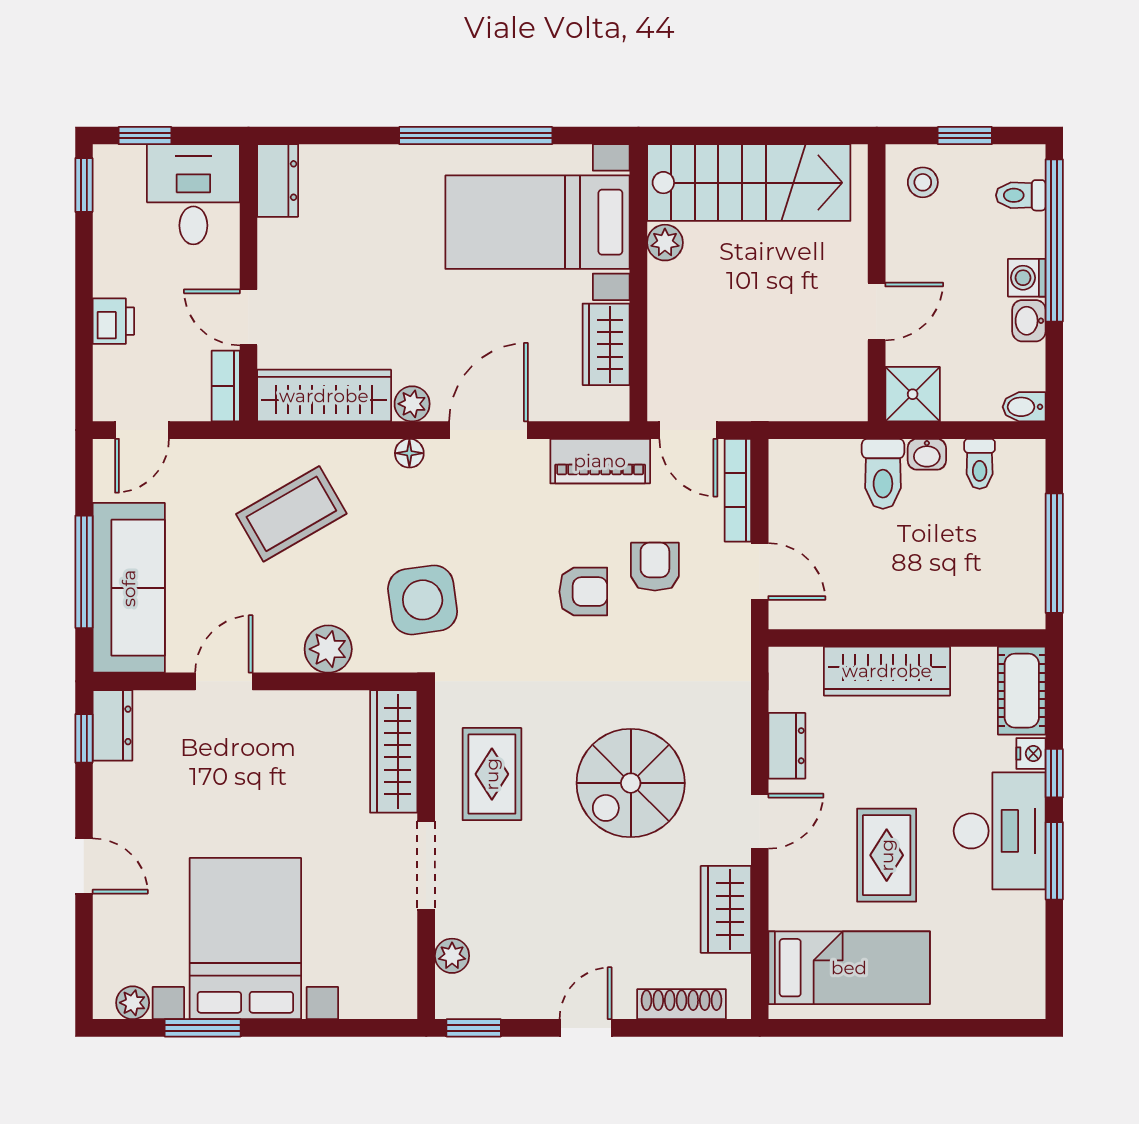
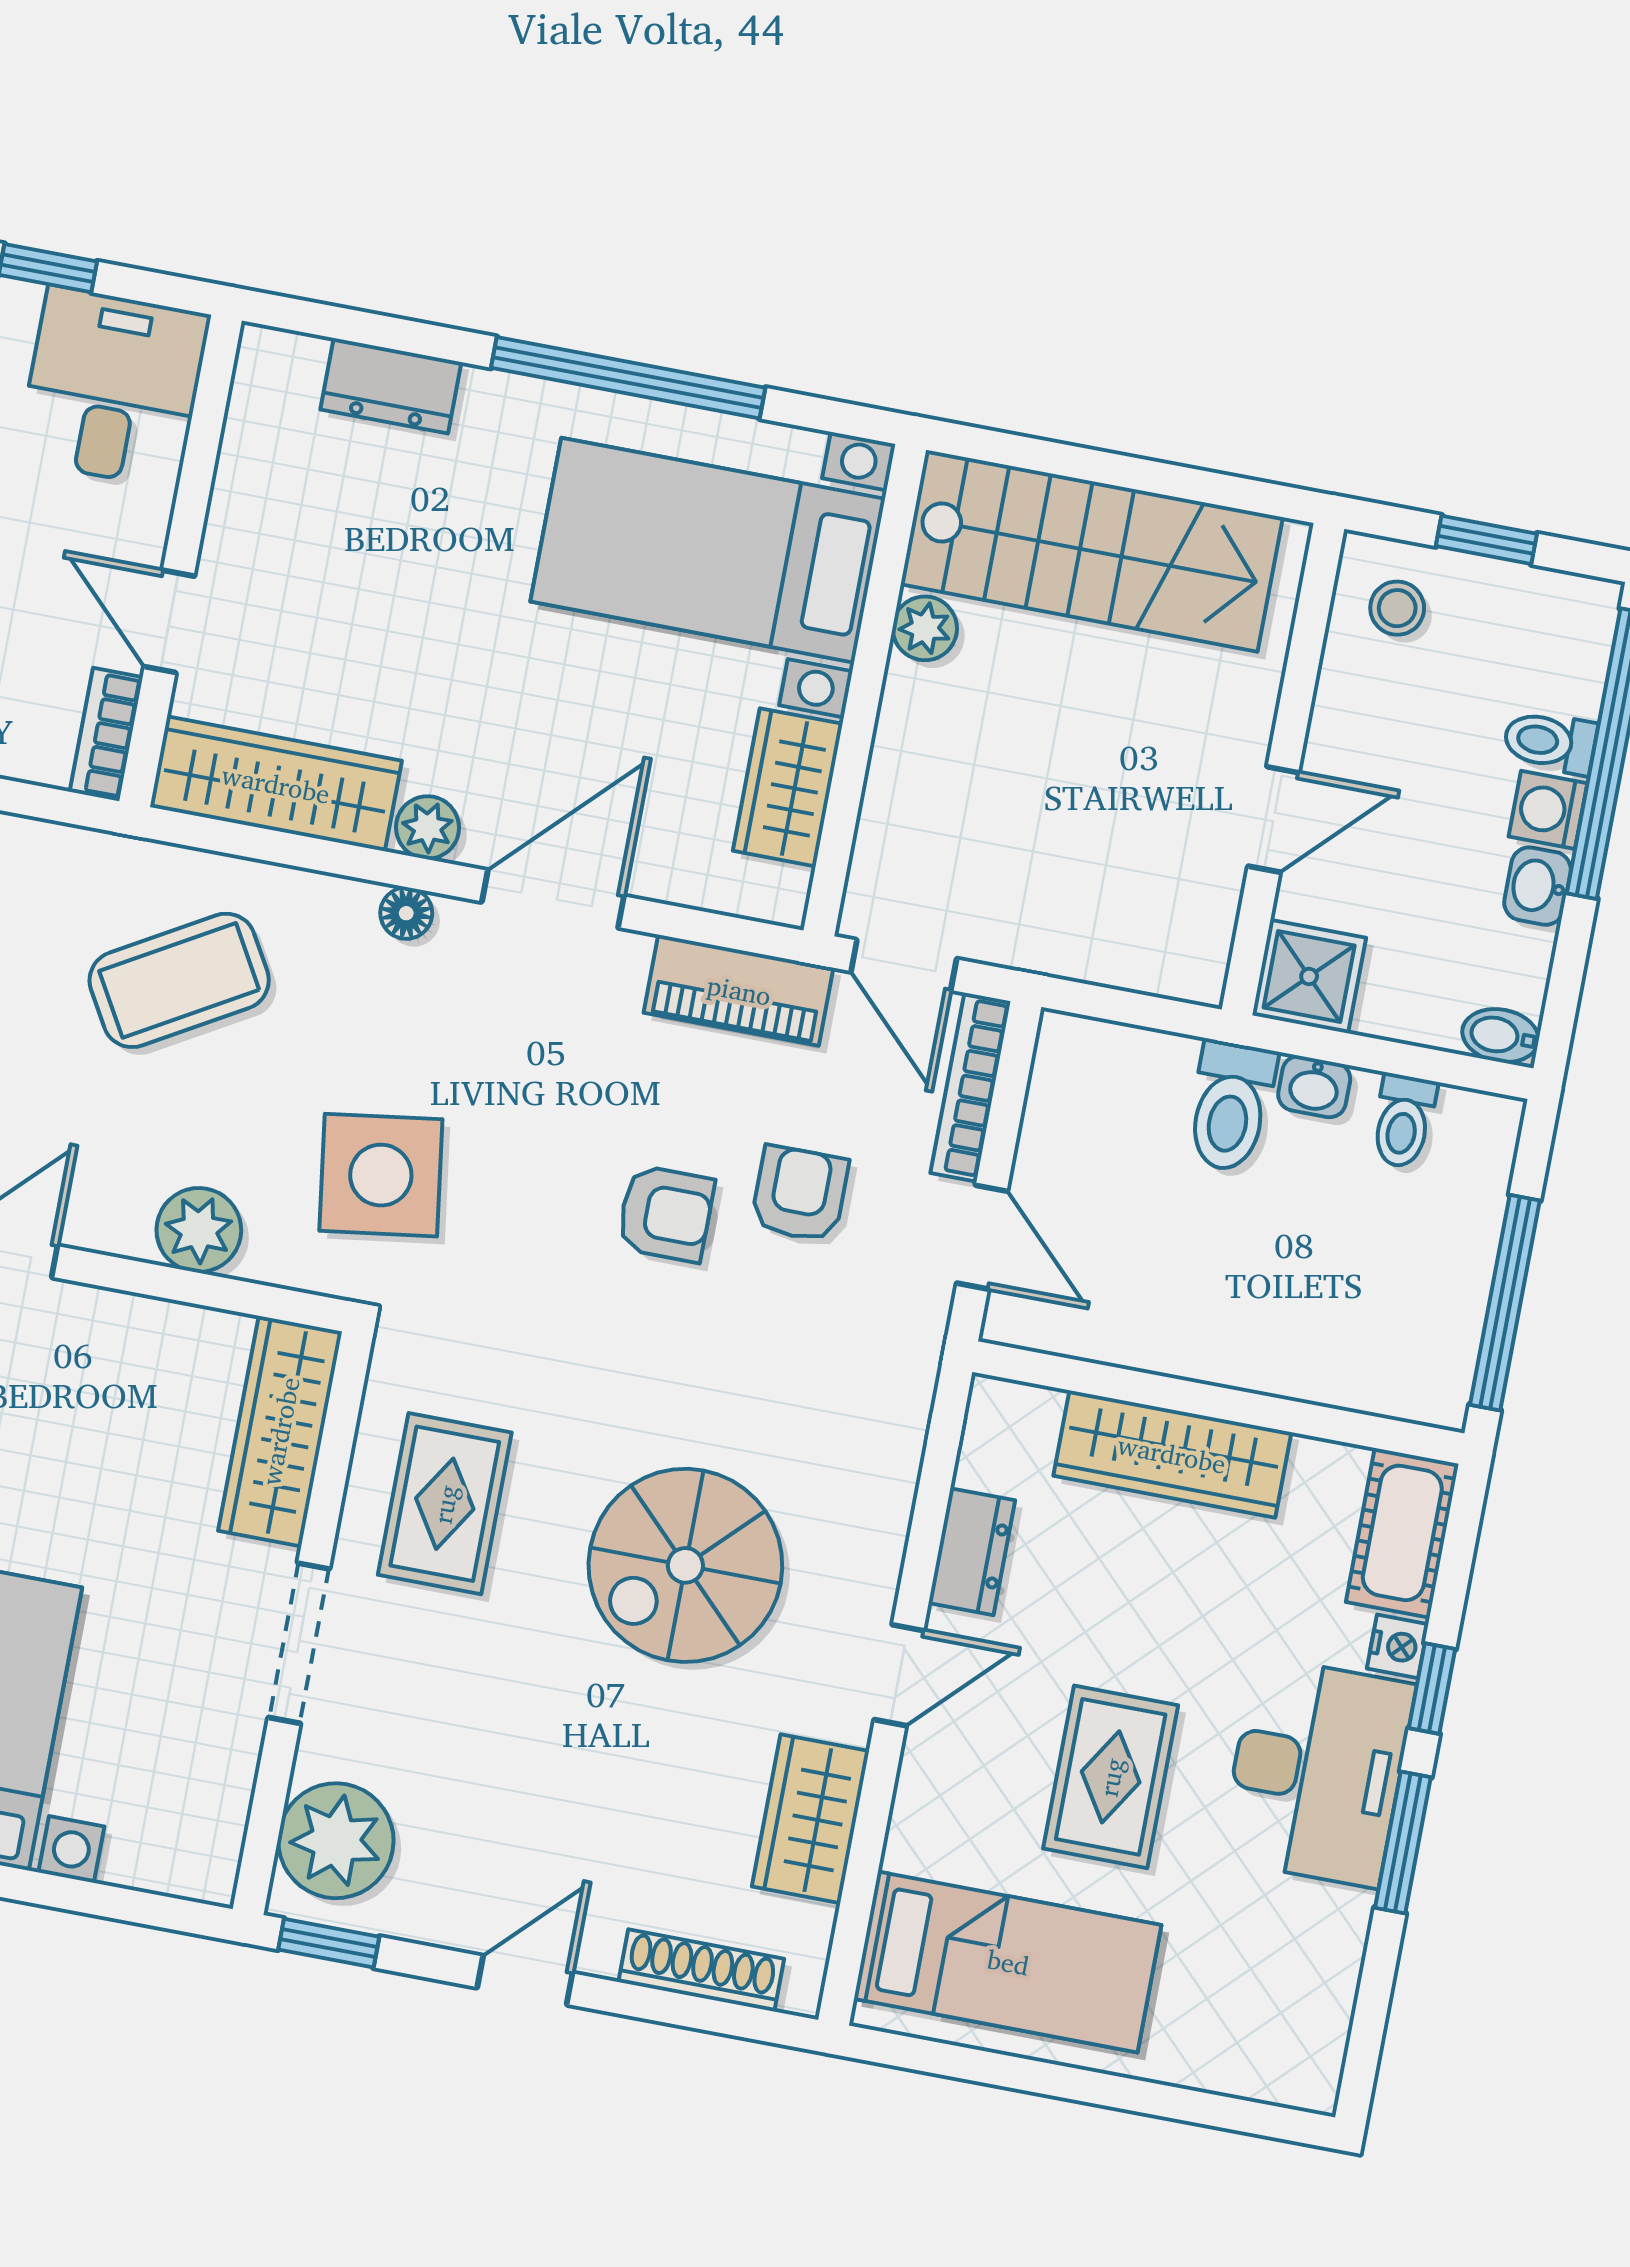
dresser: (278, 181) -> (391, 386), moved, turned 90
toilet: (1021, 195) -> (1550, 742), moved
plant: (452, 956) -> (336, 1841), width x1.88, depth x1.88

